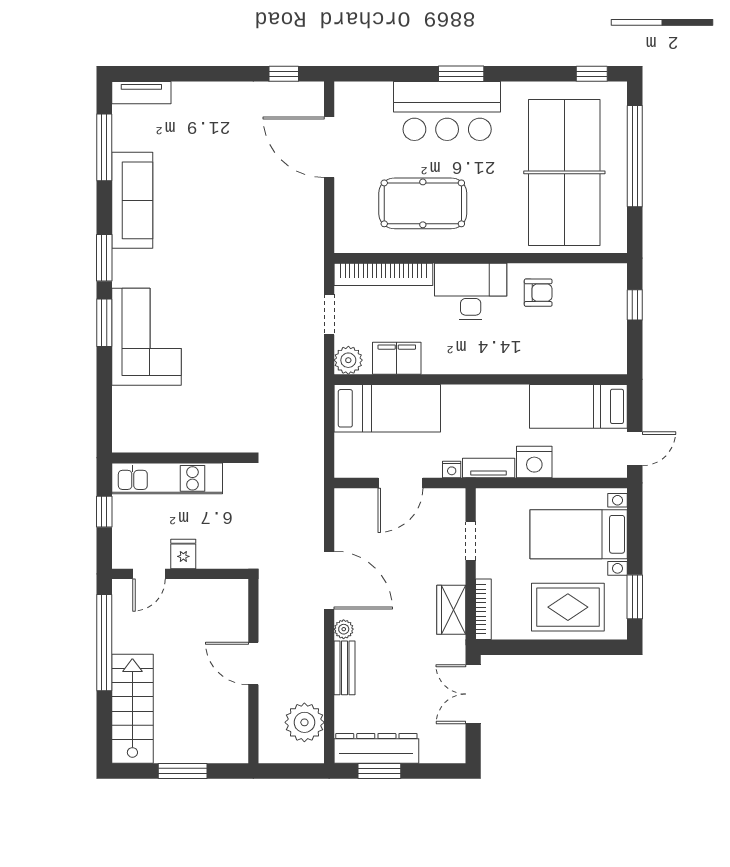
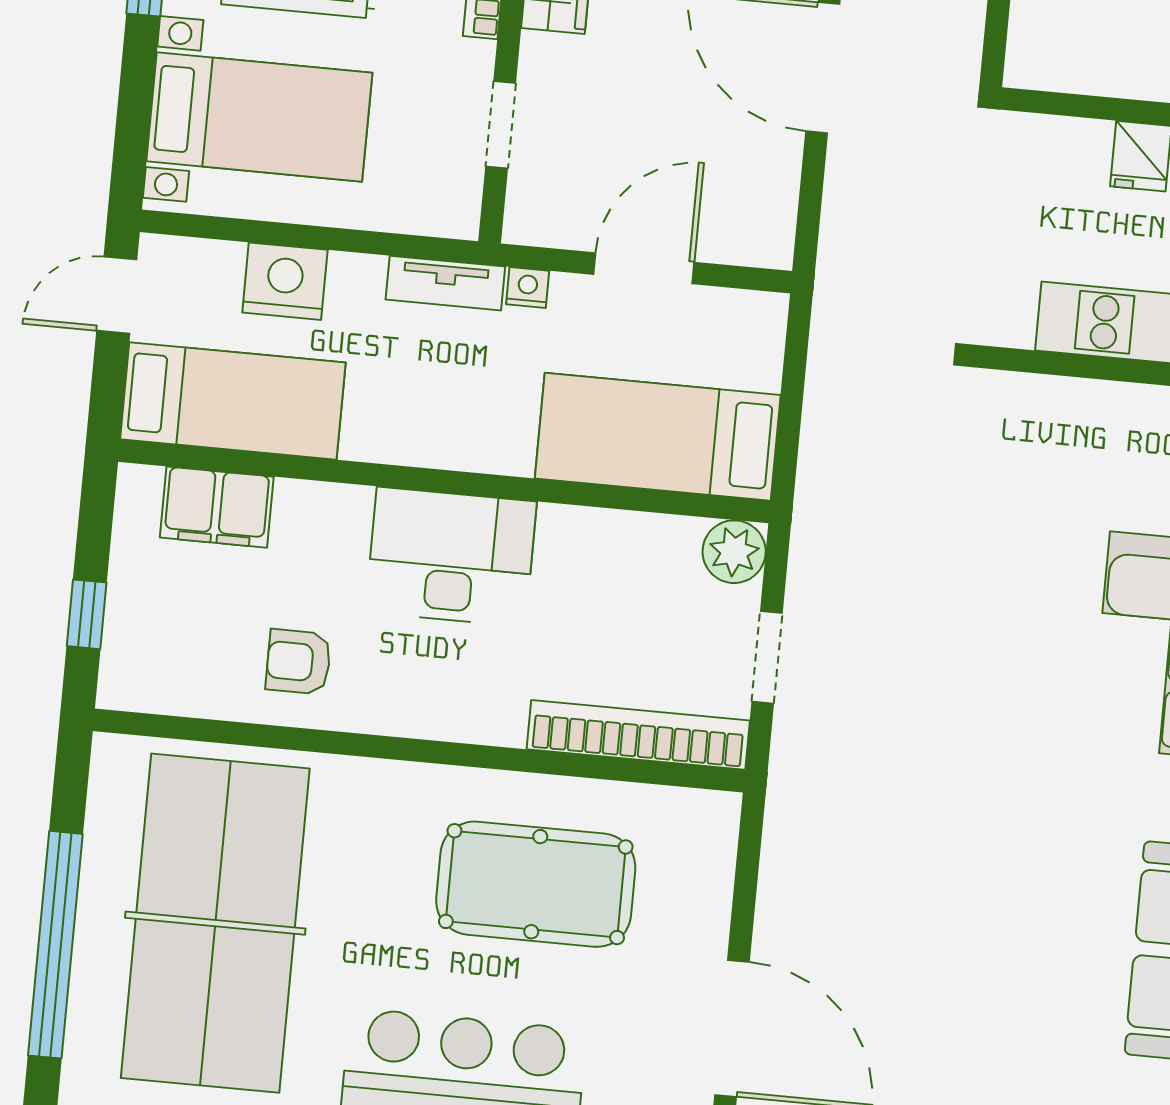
desk: (471, 292) -> (451, 557), moved, turned 180
filing cabinet: (397, 358) -> (217, 507), moved
nightstand: (534, 462) -> (285, 281), moved

